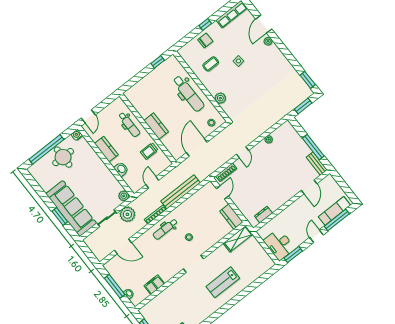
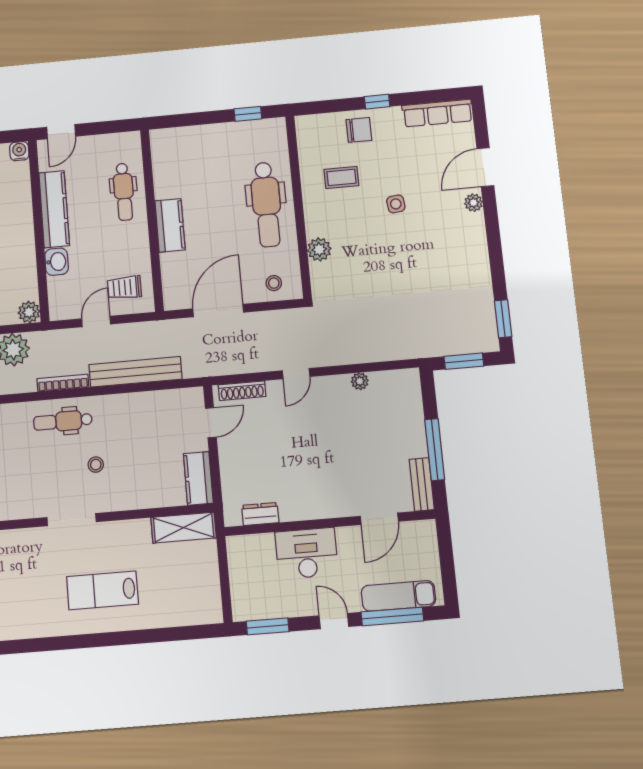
kitchen counter: (106, 149) -> (54, 209), width x1.50
trolley: (149, 151) -> (124, 287), moved
door: (316, 236) -> (334, 621), hinge flipped
desk: (279, 244) -> (307, 553), moved, turned 90

